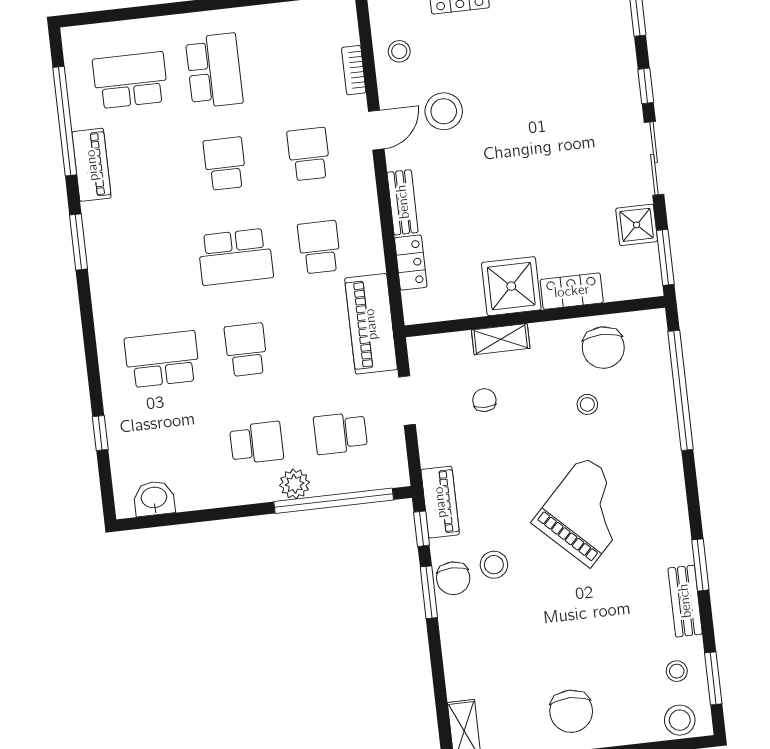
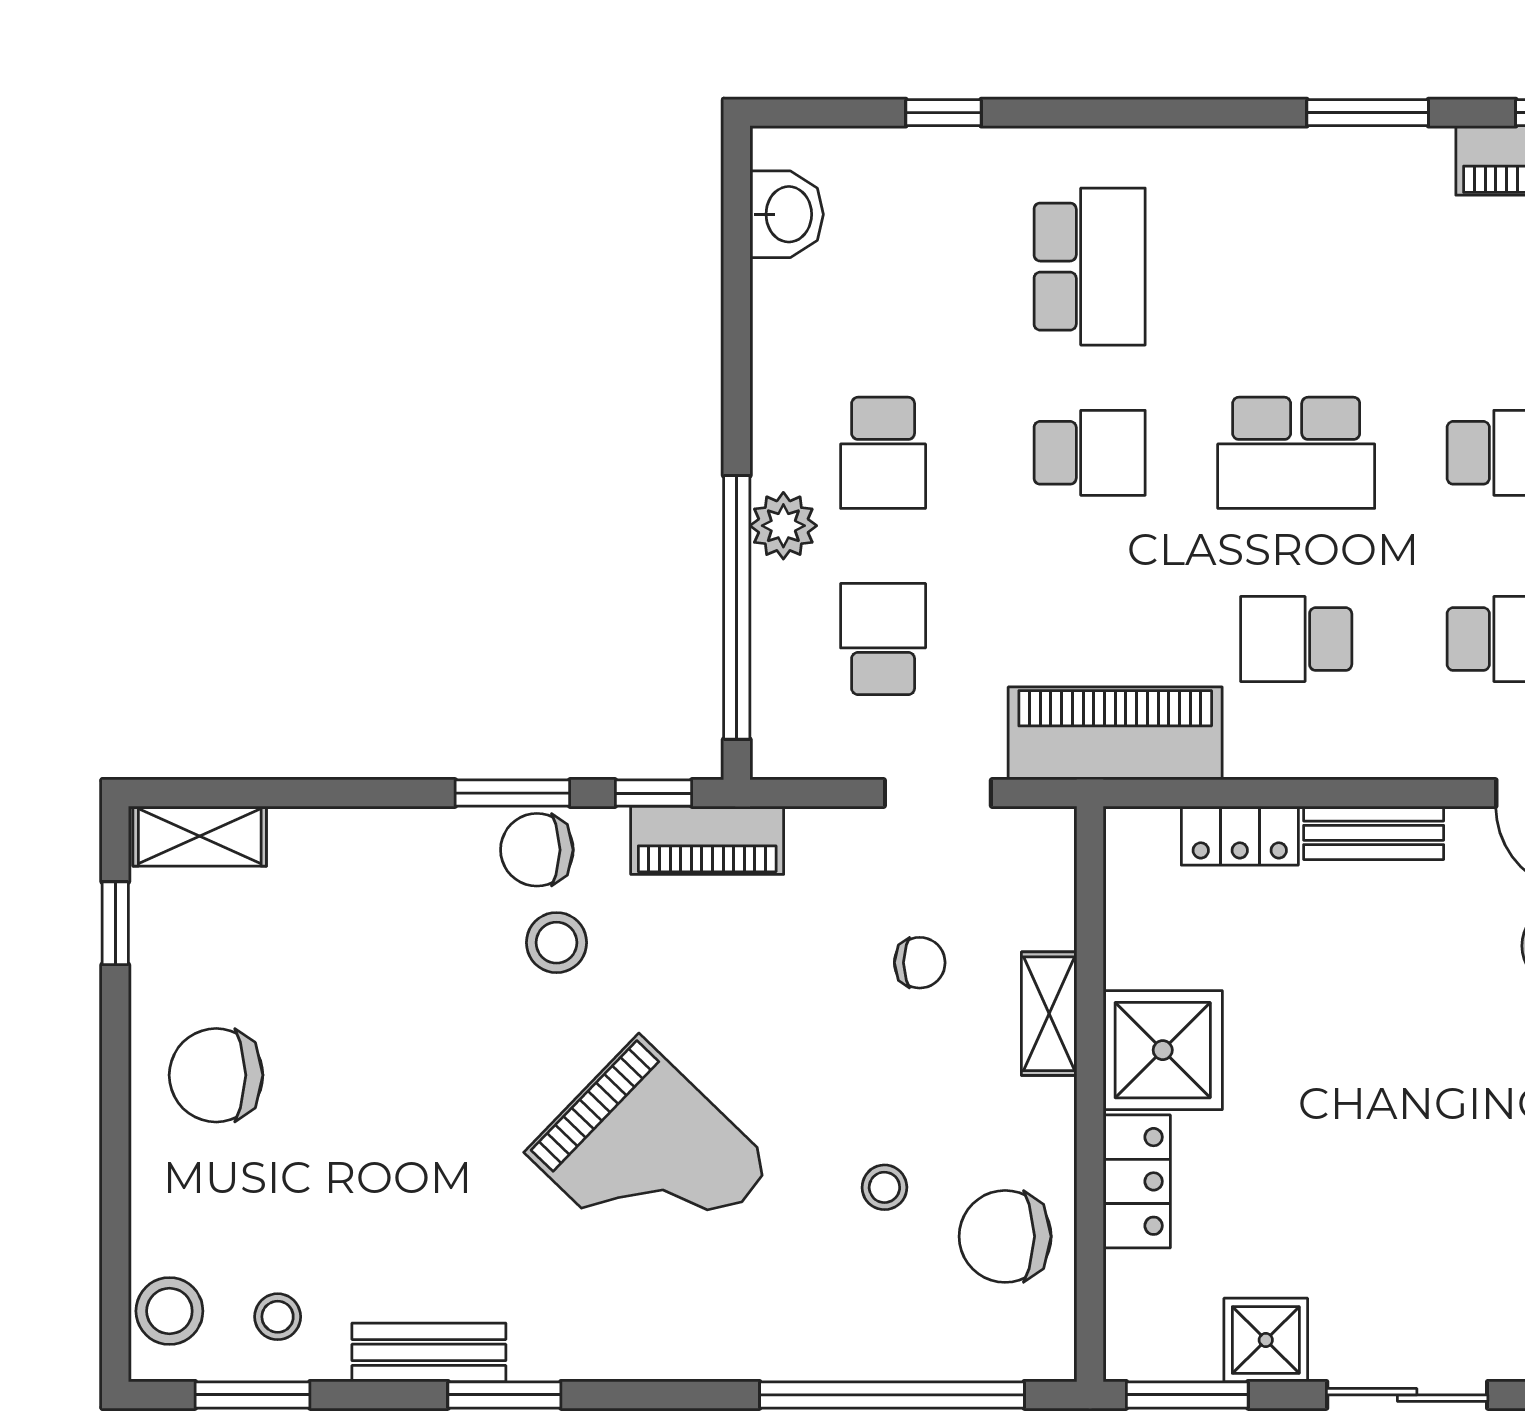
school desk: (319, 247) -> (1296, 639), turned 180
school desk: (235, 257) -> (1296, 453), turned -90

